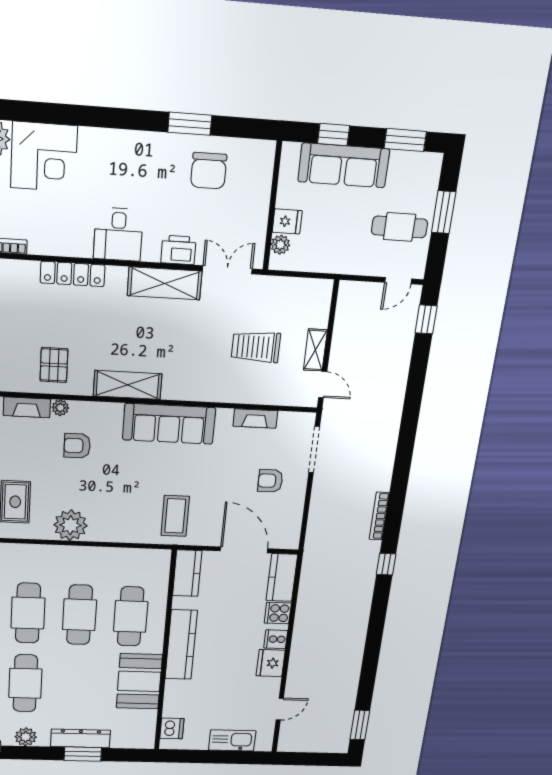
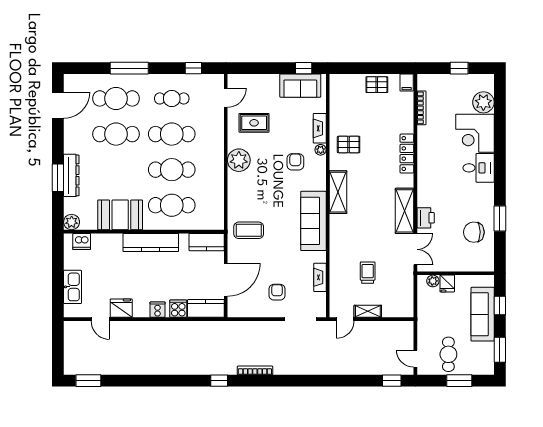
desk: (118, 234) -> (479, 168), moved, turned 180
trolley: (256, 347) -> (368, 273), width x0.73, depth x0.72
fridge: (271, 663) -> (121, 308), moved
plant: (26, 737) -> (72, 222), moved

